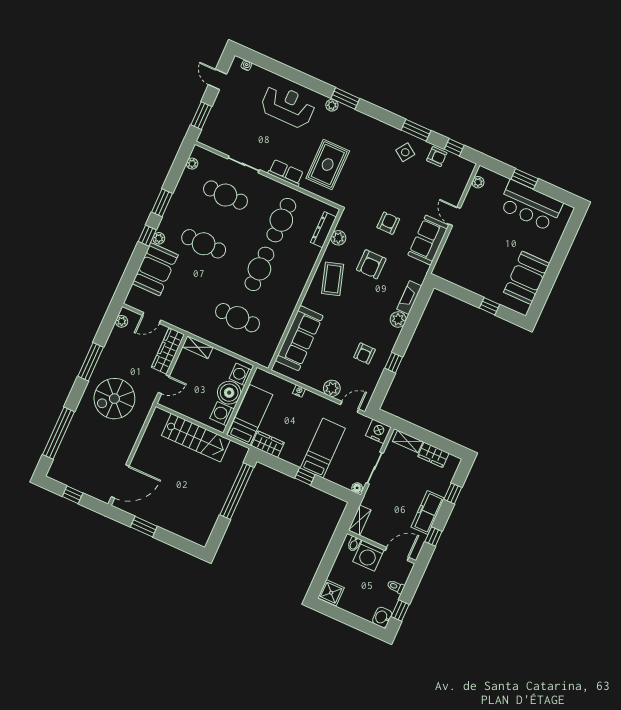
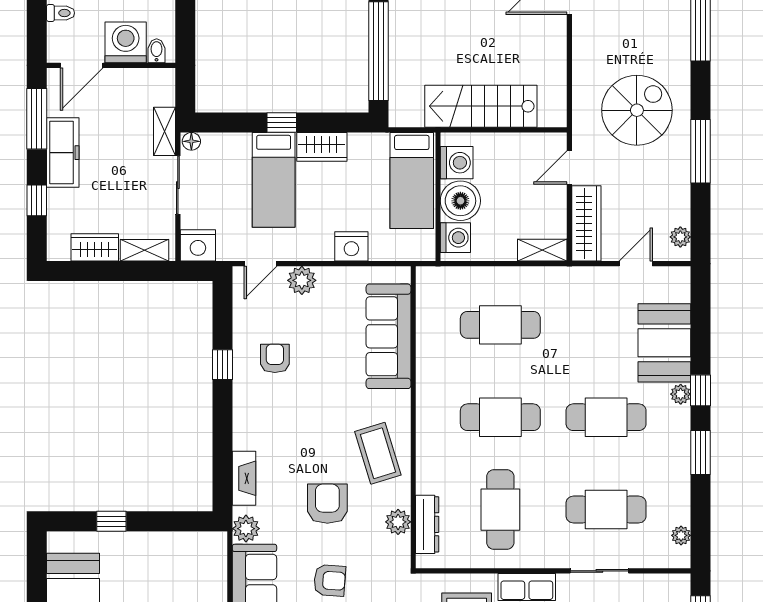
armchair: (388, 223) -> (330, 580), turned -86
cafe table: (259, 269) -> (500, 417), turned 90
plant: (398, 320) -> (246, 529), moved
nightstand: (299, 391) -> (351, 246), width x1.89, depth x1.79
wardrobe: (268, 444) -> (322, 147), moved
shelving: (360, 520) -> (165, 131), moved
window: (433, 537) -> (37, 119), width x2.17

